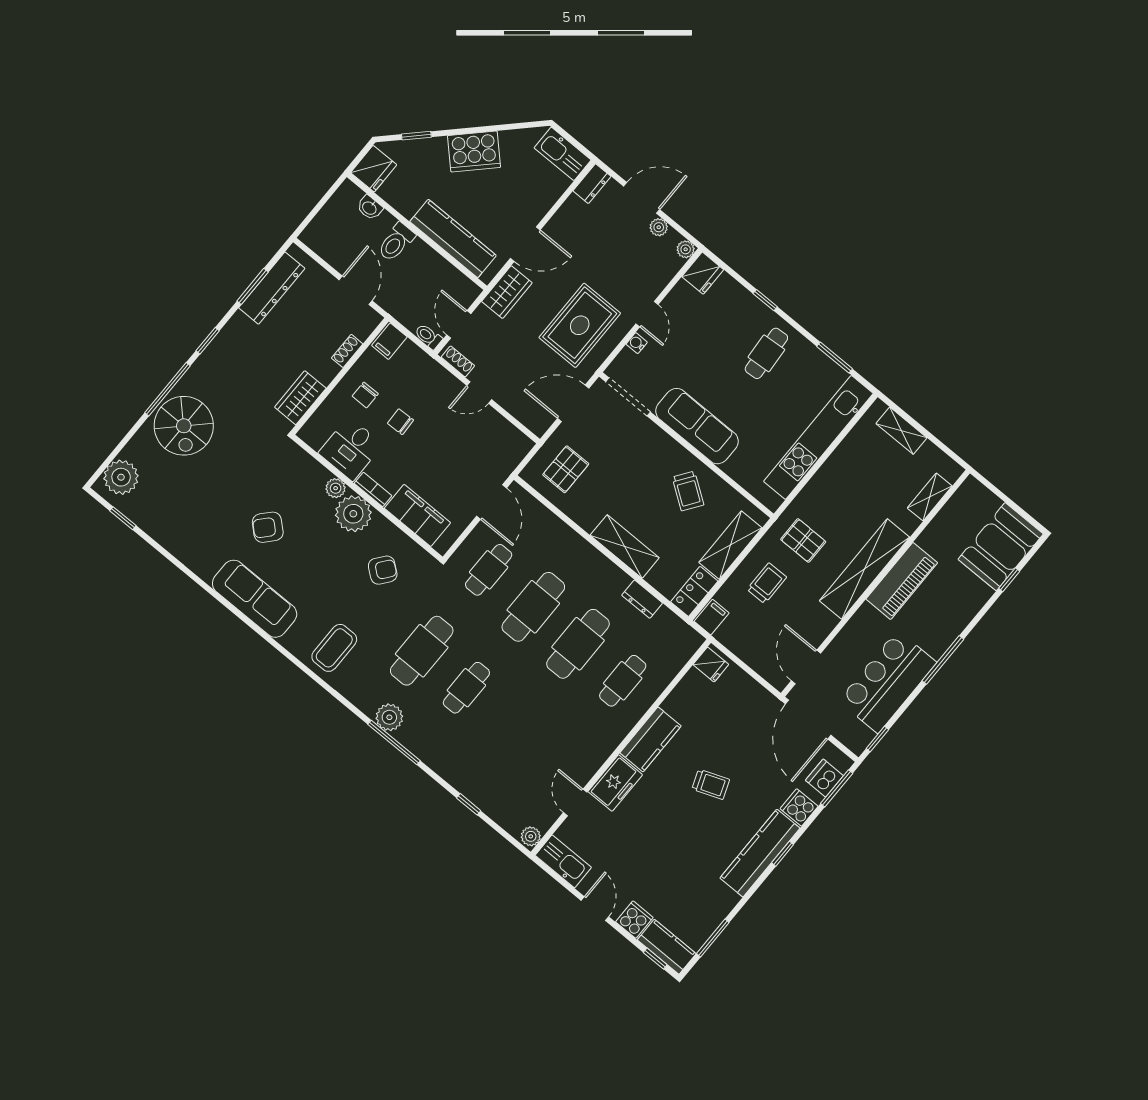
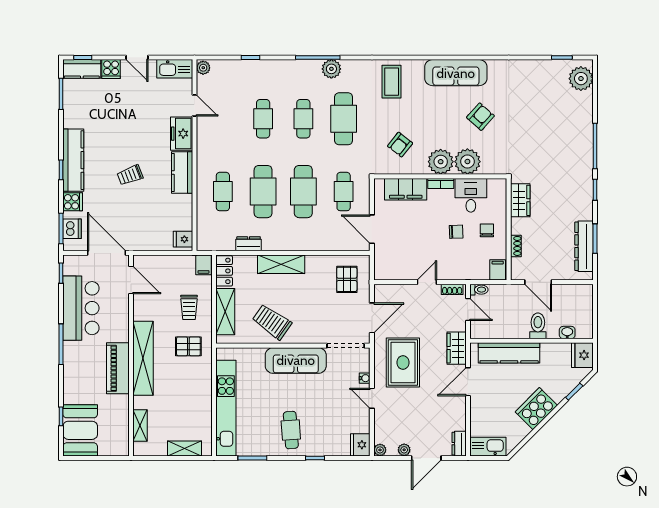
spiral stairs: (184, 426) -> (570, 134), removed
plant: (336, 488) -> (467, 162), width x1.88, depth x1.88
trolley: (688, 491) -> (272, 322), width x1.36, depth x1.39
cafe table: (511, 725) -> (263, 119), added

